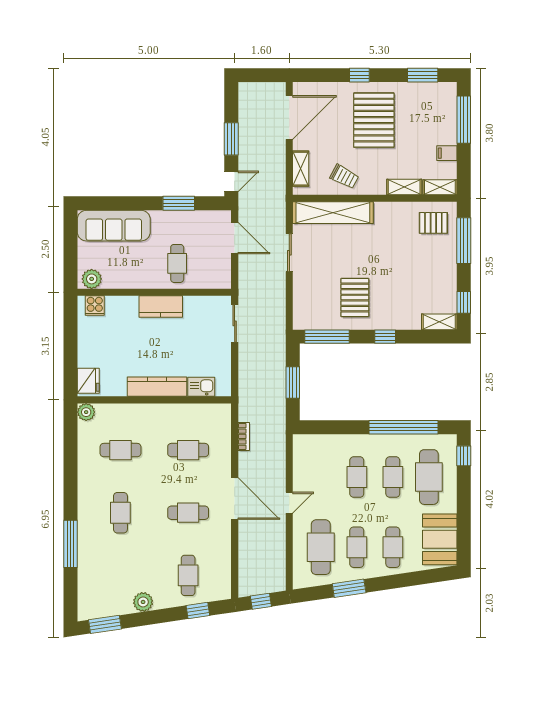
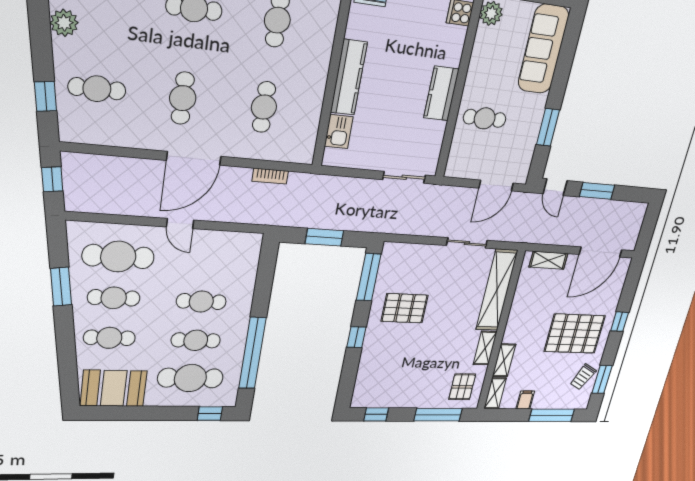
door: (289, 117) -> (601, 252), hinge flipped
trolley: (344, 177) -> (583, 377), moved
shelving: (439, 322) -> (485, 348), moved

